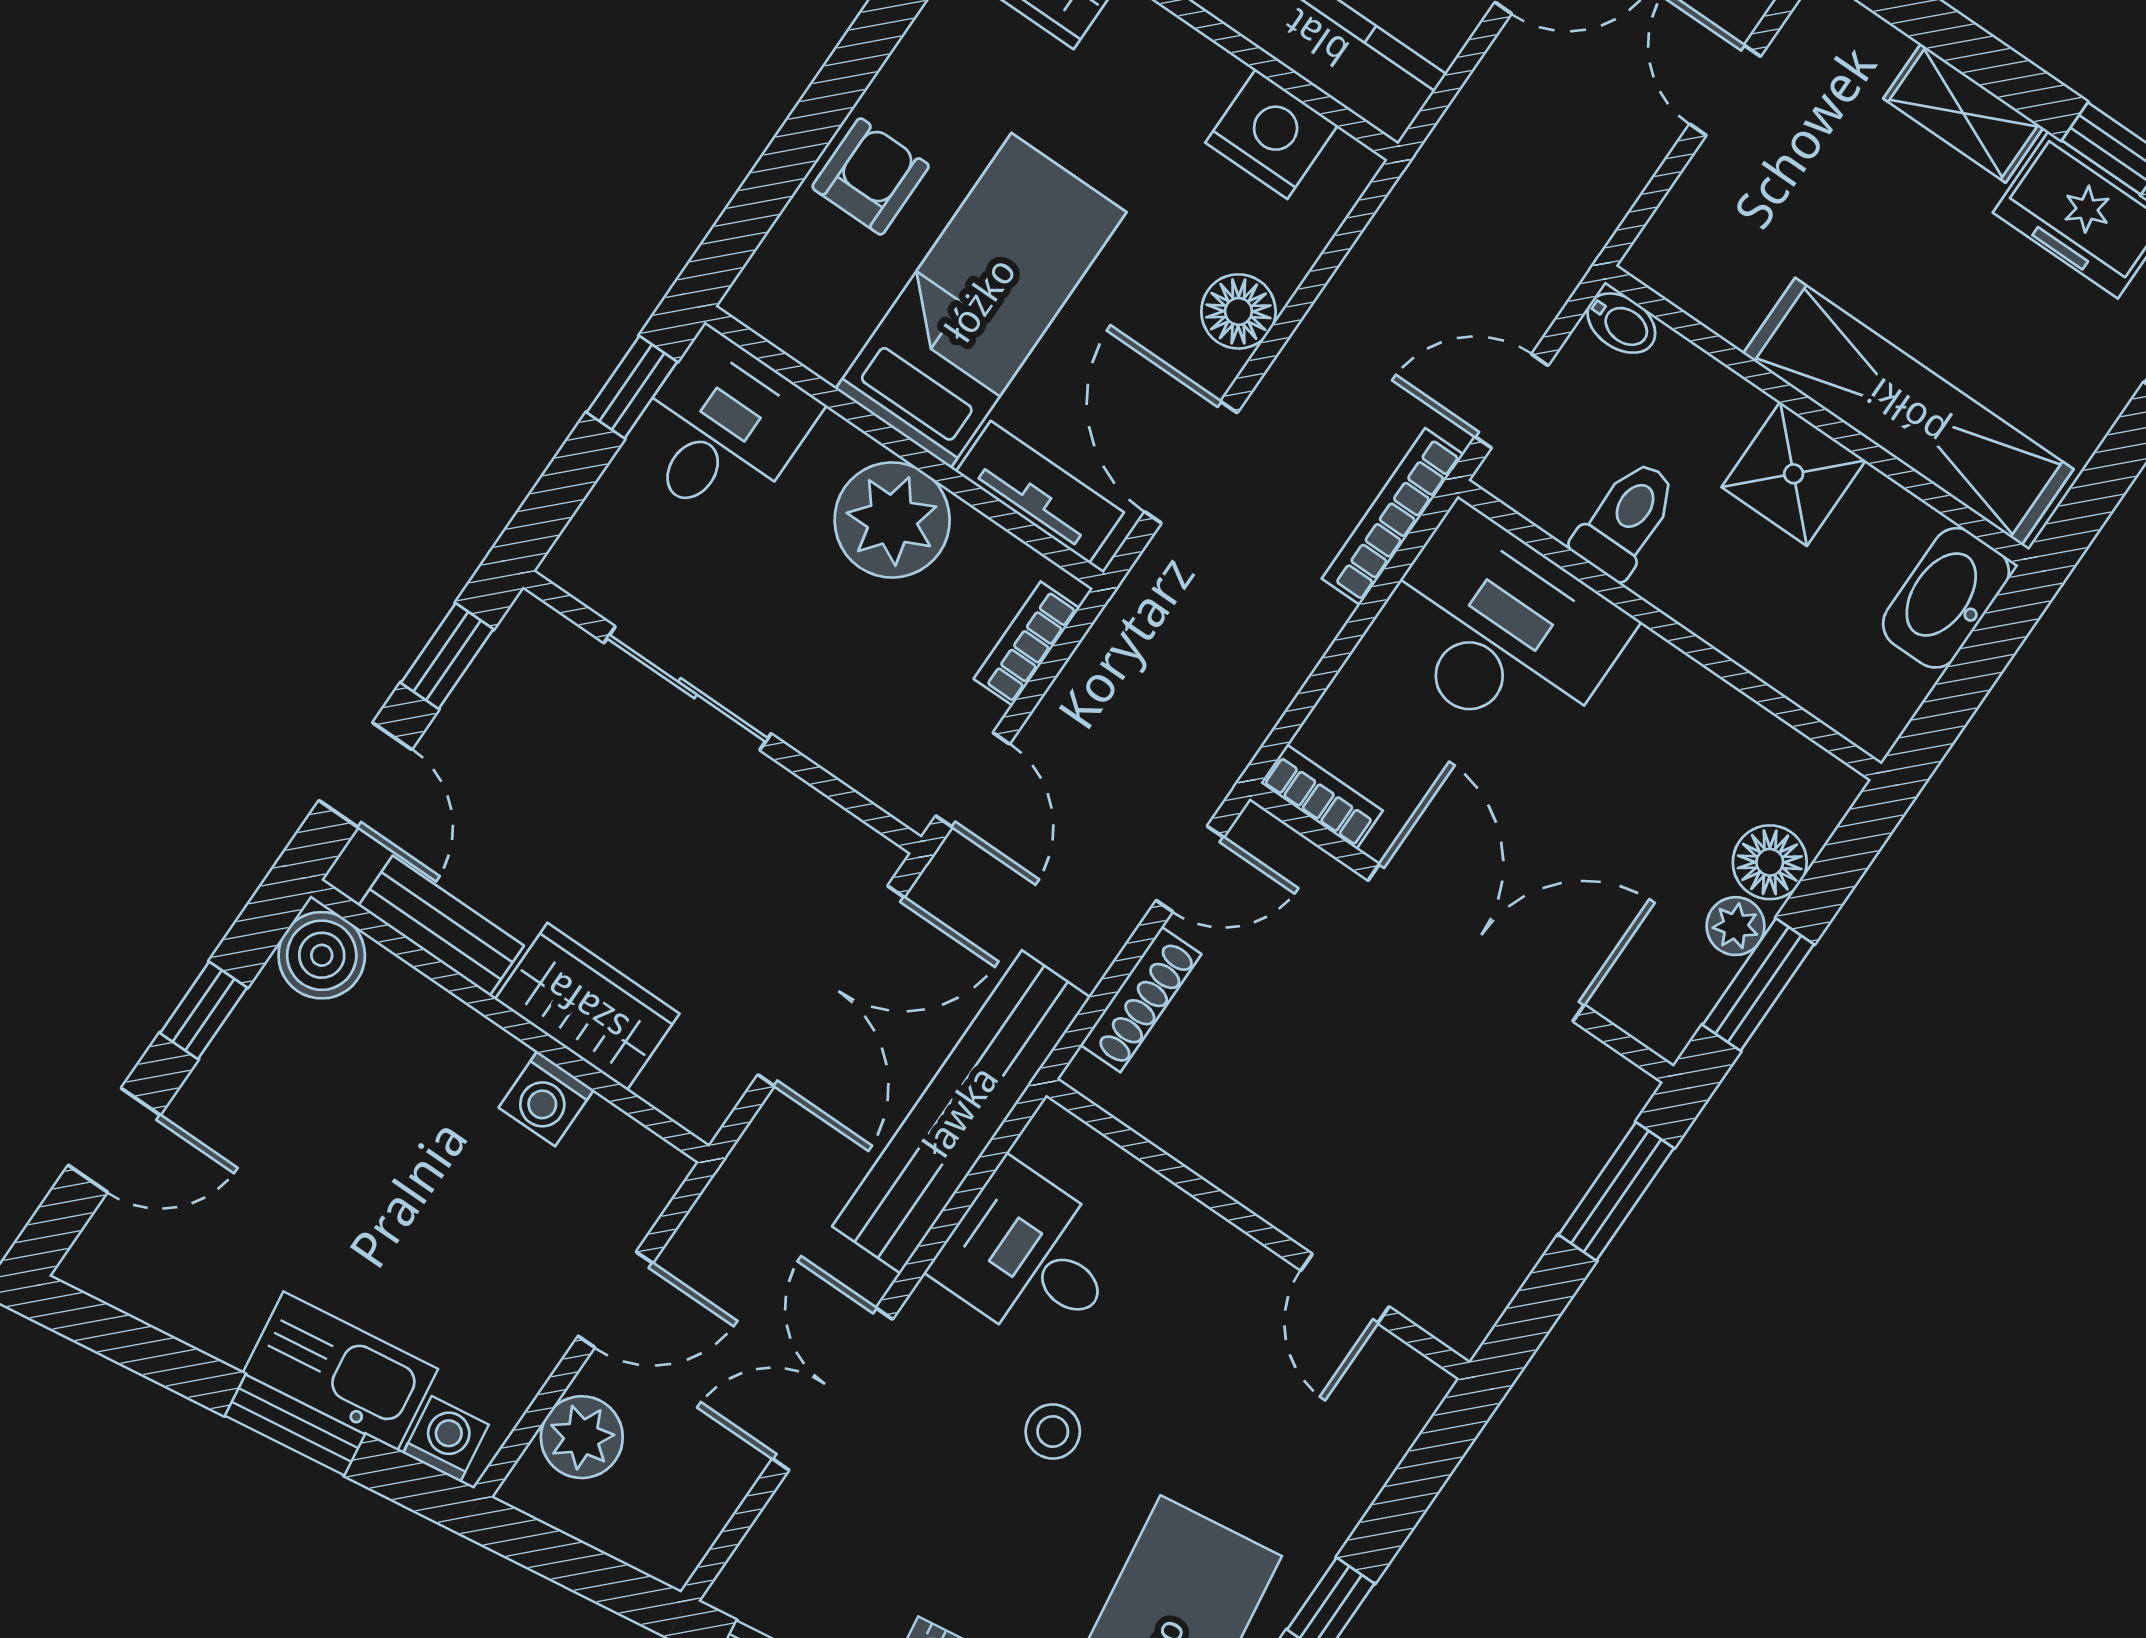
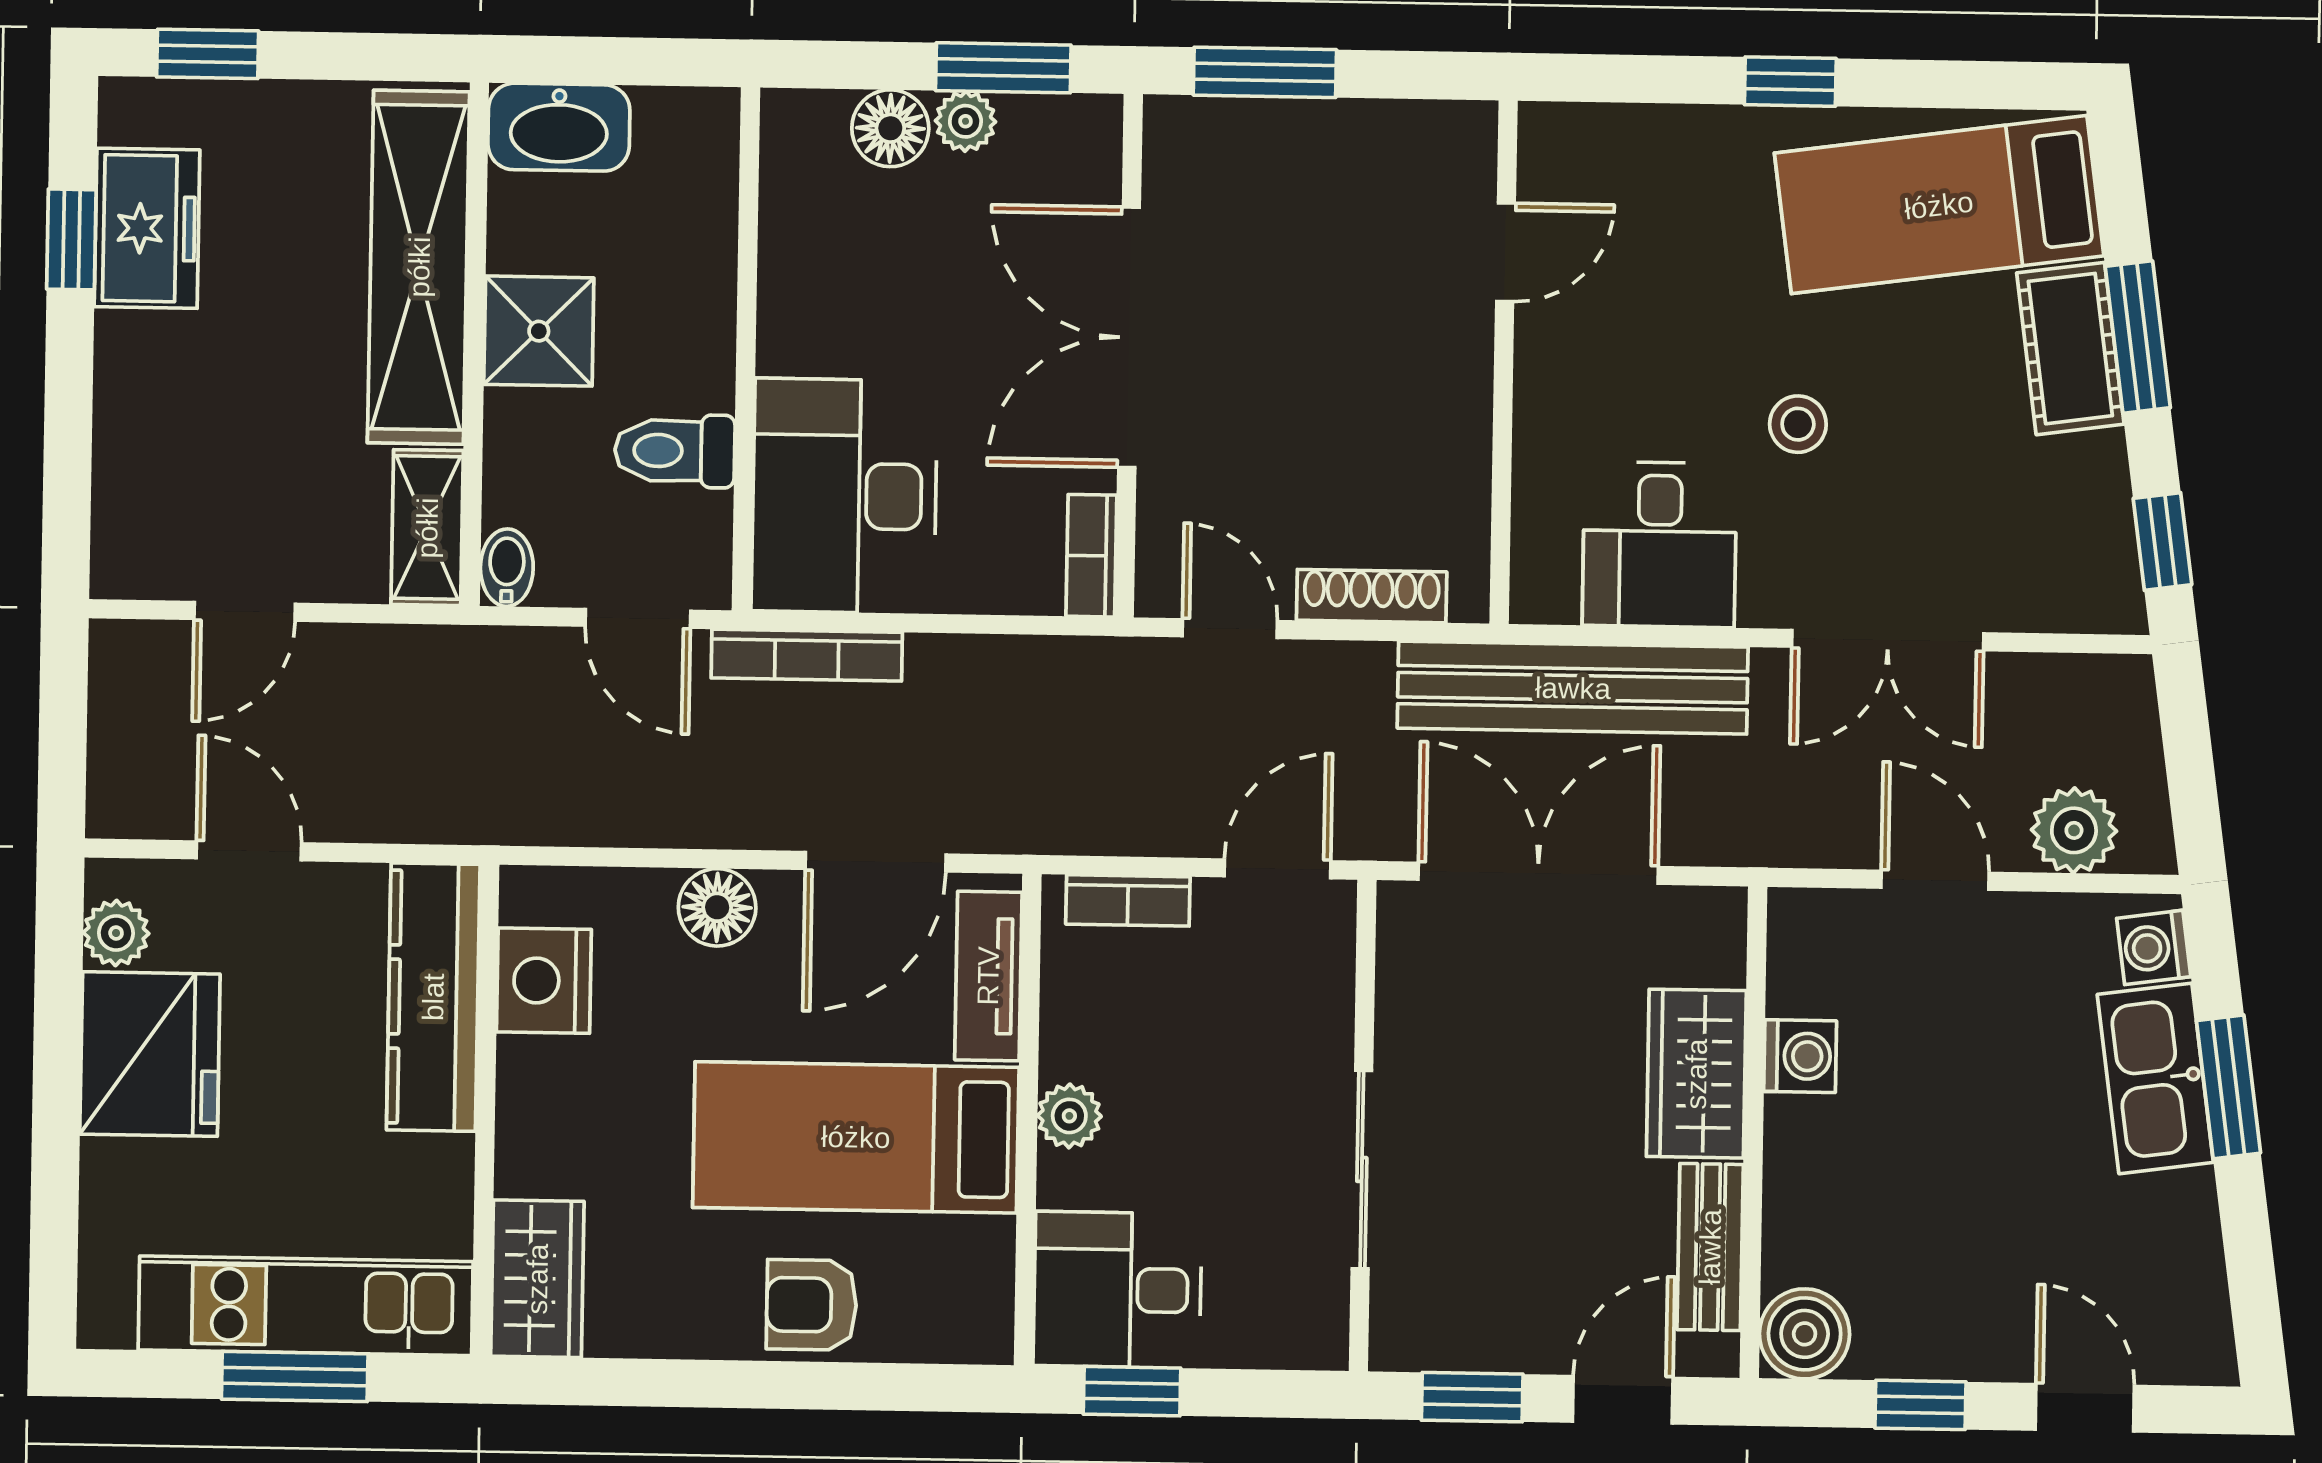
shelving: (1963, 113) -> (427, 528), moved
plant: (892, 520) -> (1069, 1116), width x0.53, depth x0.53

